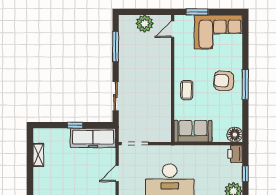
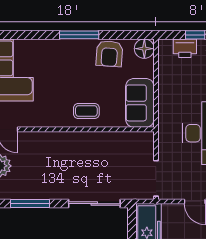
armchair: (224, 81) -> (109, 54), moved
sliding door: (116, 96) -> (94, 204), width x1.37
printer: (235, 154) -> (185, 48), moved

